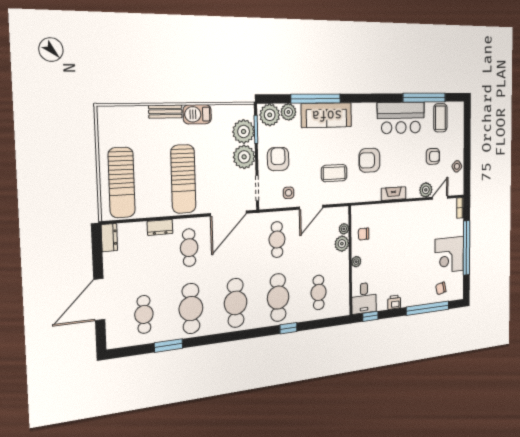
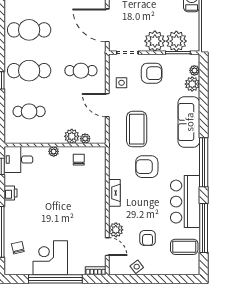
window: (316, 99) -> (204, 162), moved
plant: (270, 115) -> (194, 70), width x0.53, depth x0.53
armchair: (369, 160) -> (147, 167), turned -90
coffee table: (334, 173) -> (137, 129), width x1.36, depth x1.32

